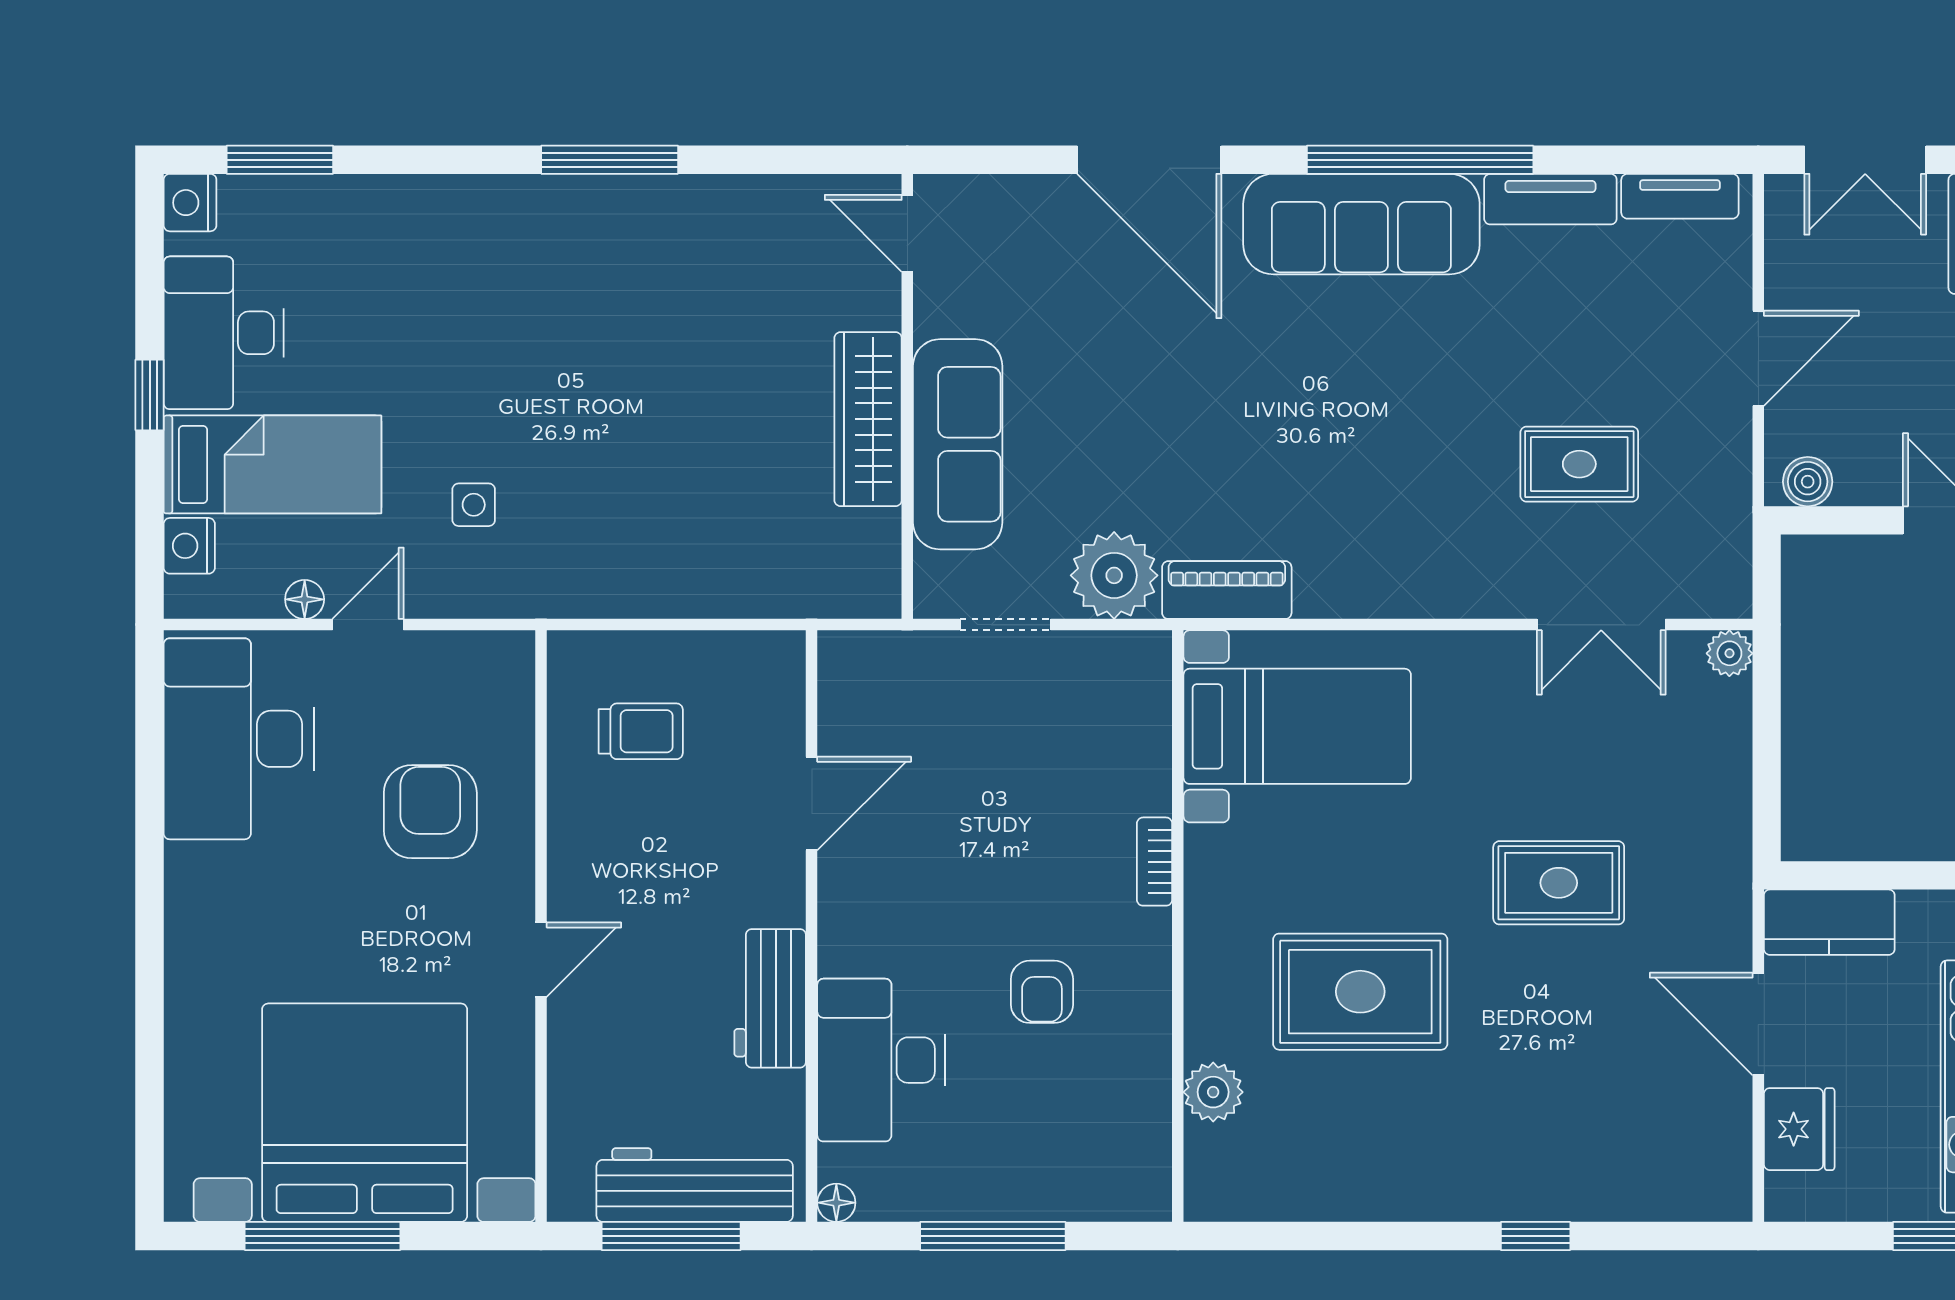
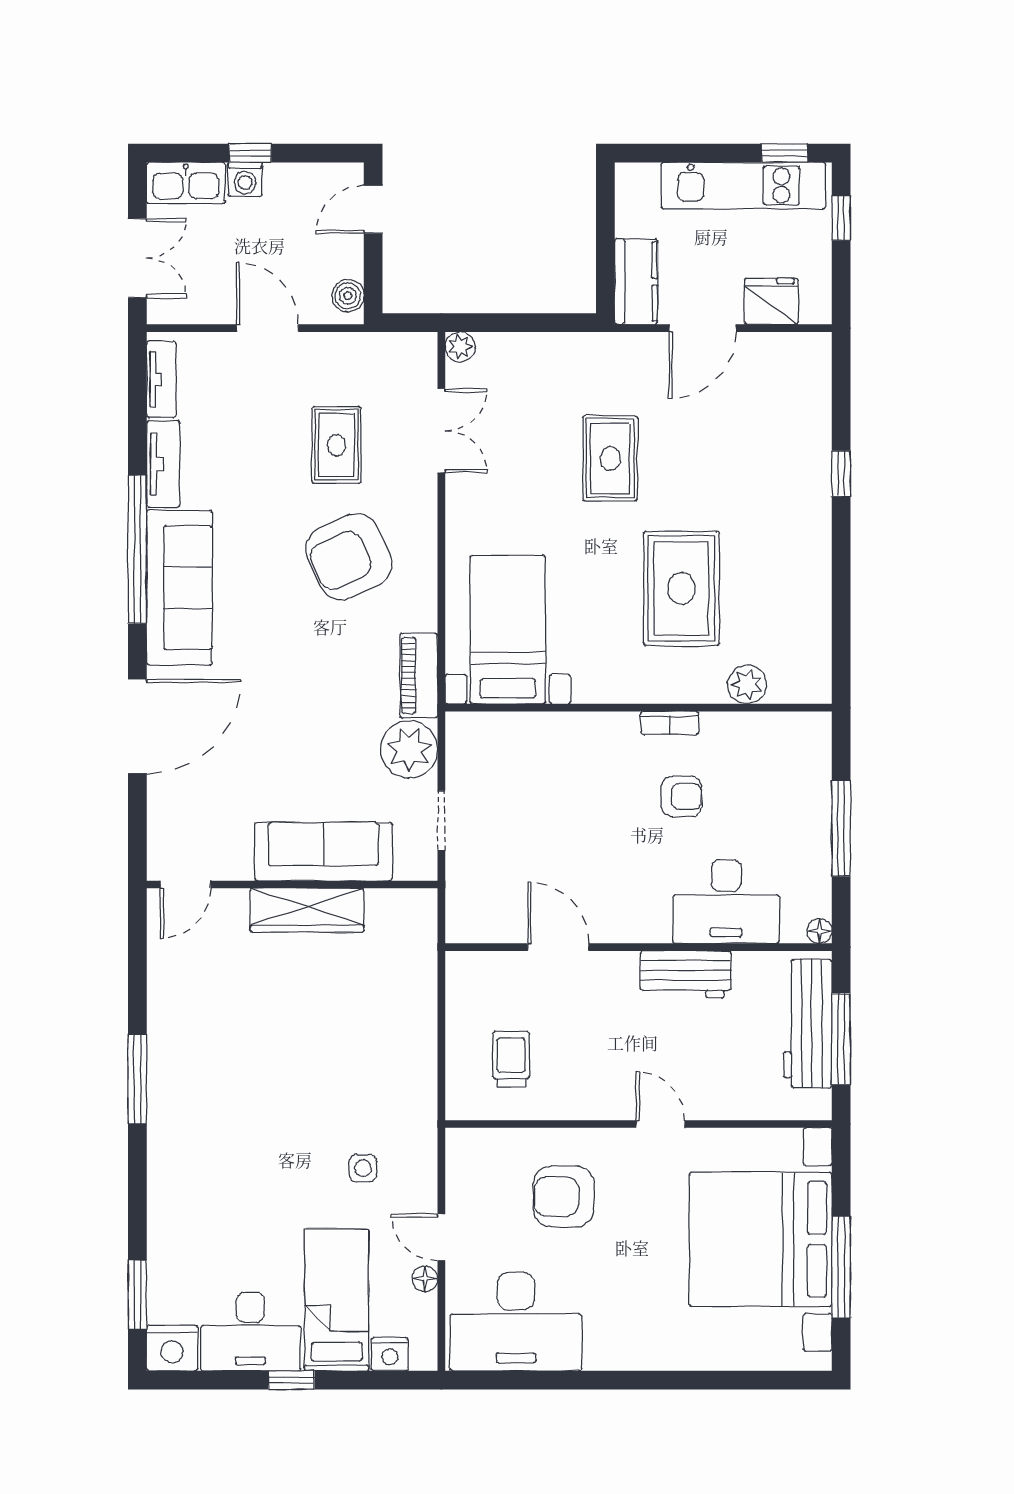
nightstand: (190, 203) -> (172, 1348), width x1.36, depth x1.33
armchair: (1409, 483) -> (349, 557), added
bookcase: (1155, 862) -> (670, 723), moved

